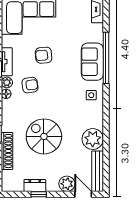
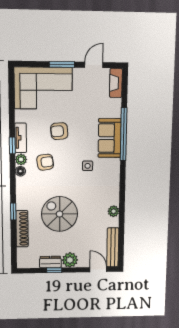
side table: (91, 95) -> (88, 166), moved
plant: (93, 139) -> (114, 211), width x0.53, depth x0.53
plant: (67, 184) -> (70, 260), moved

